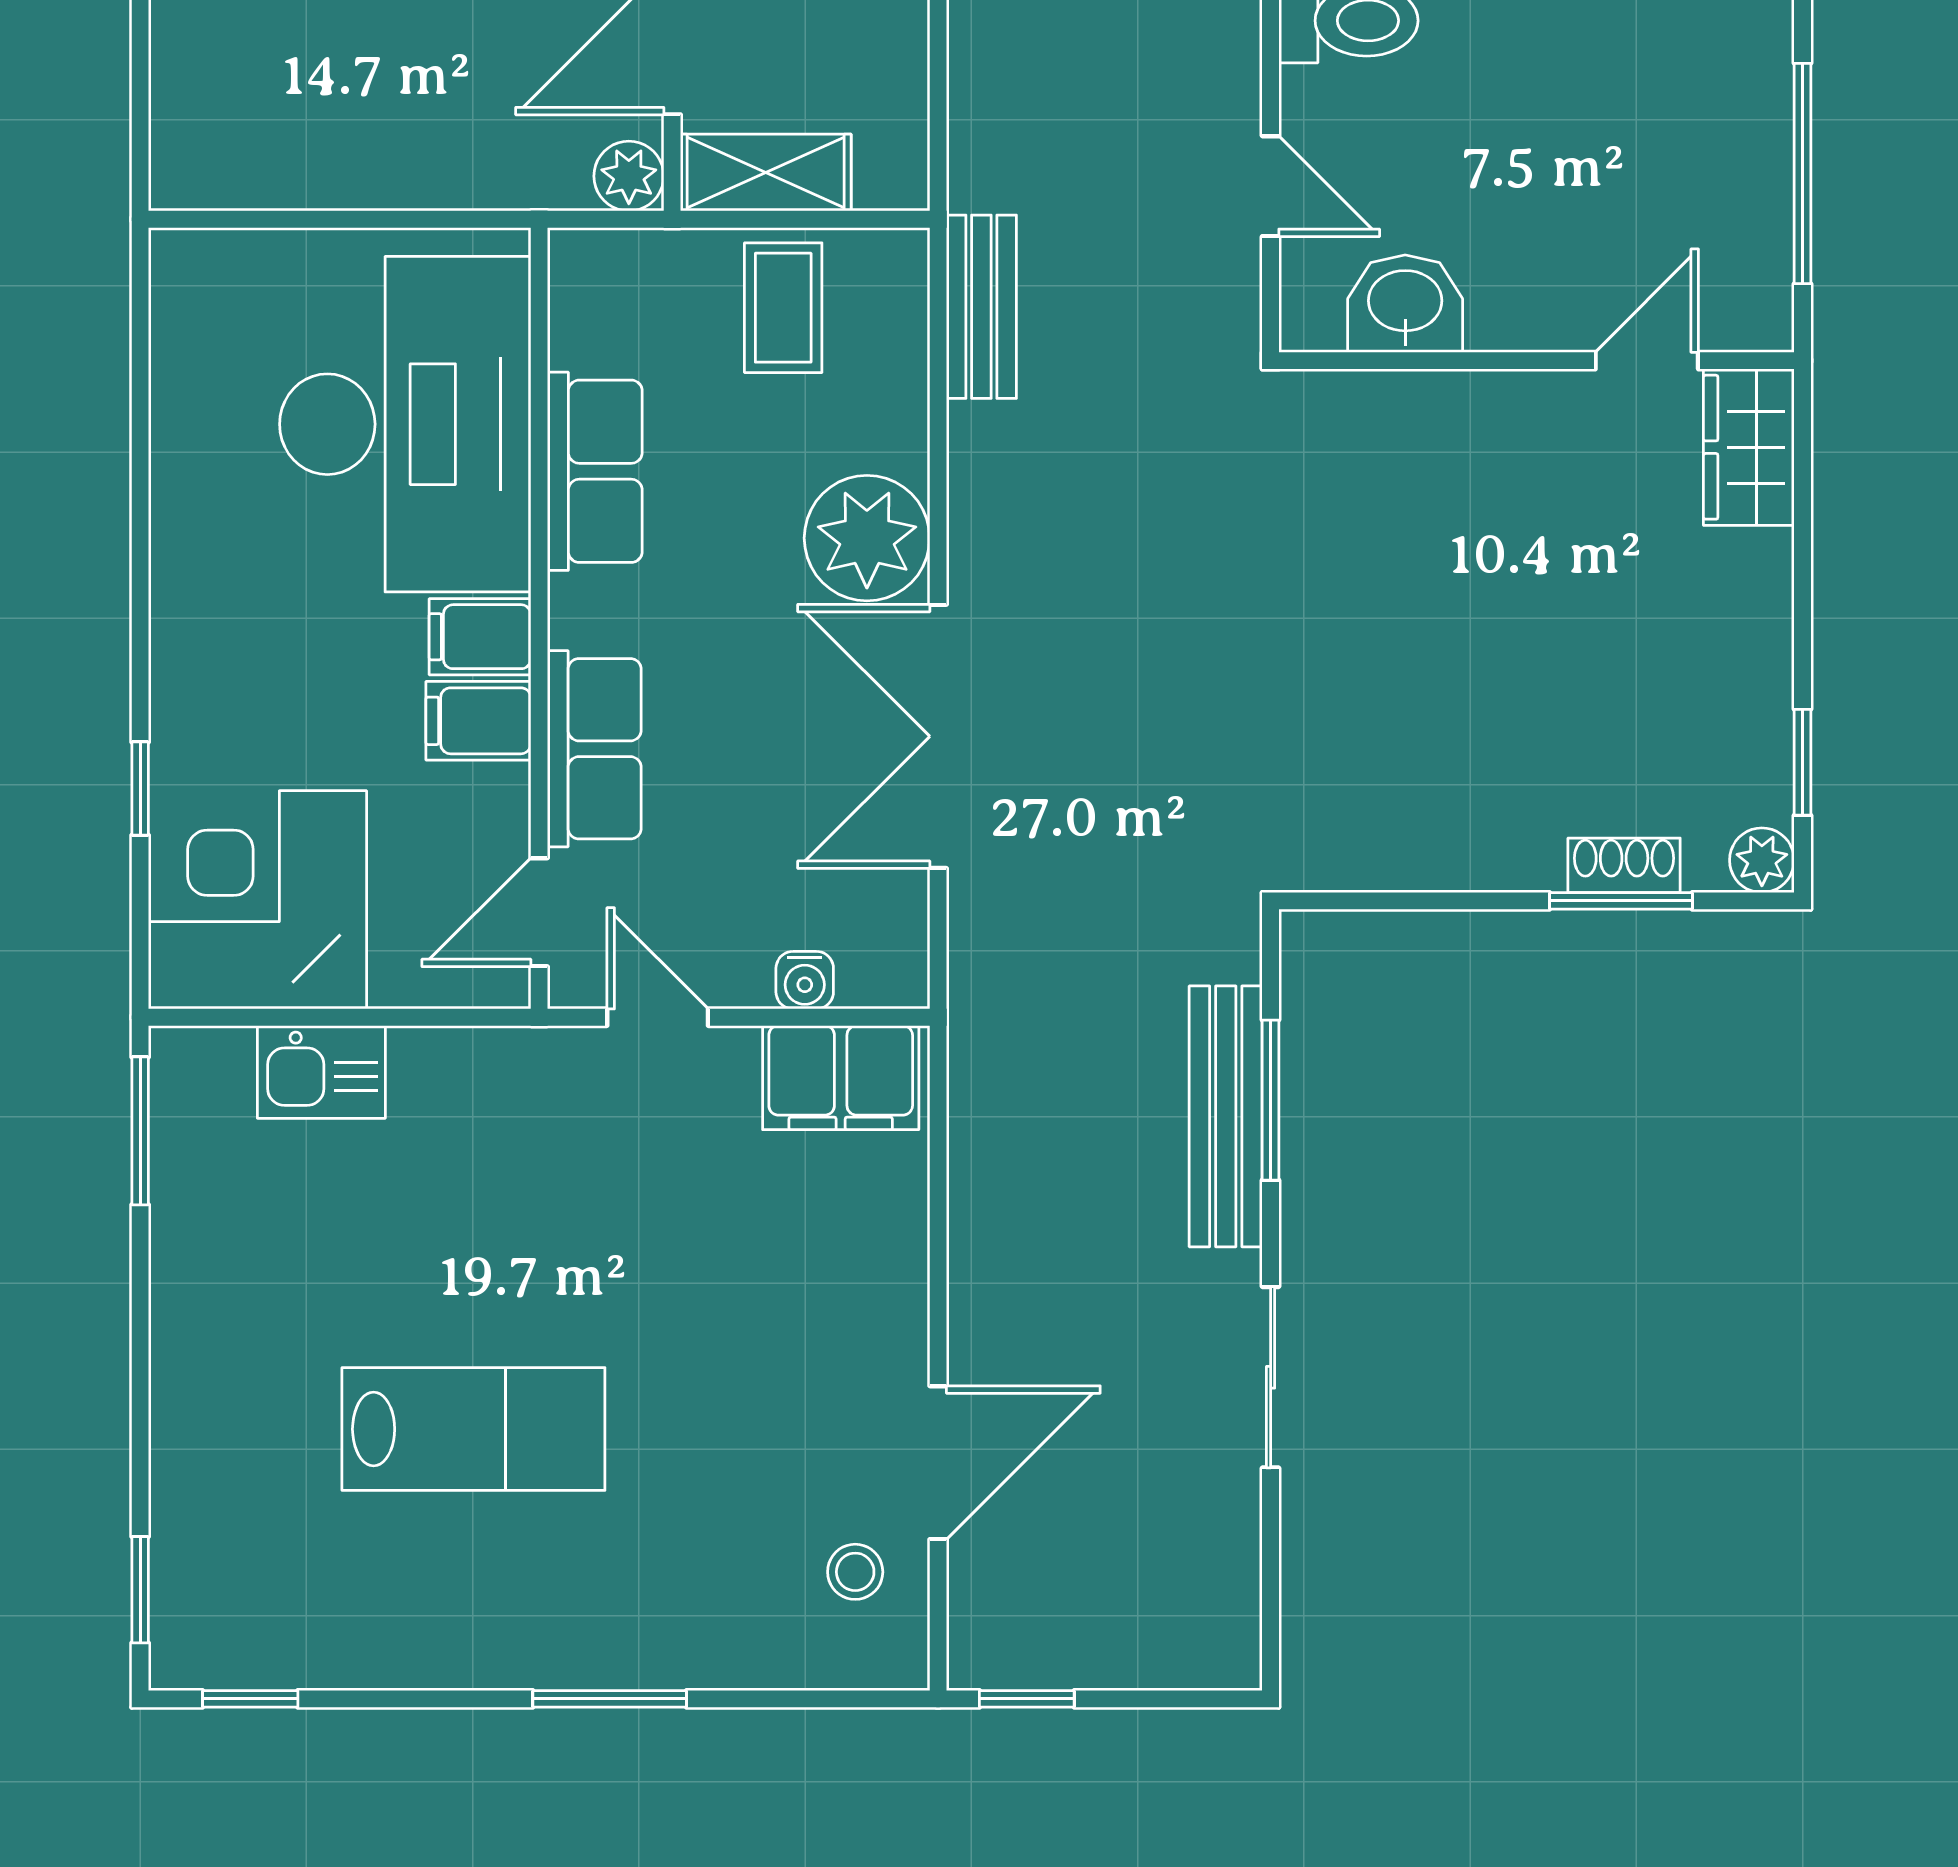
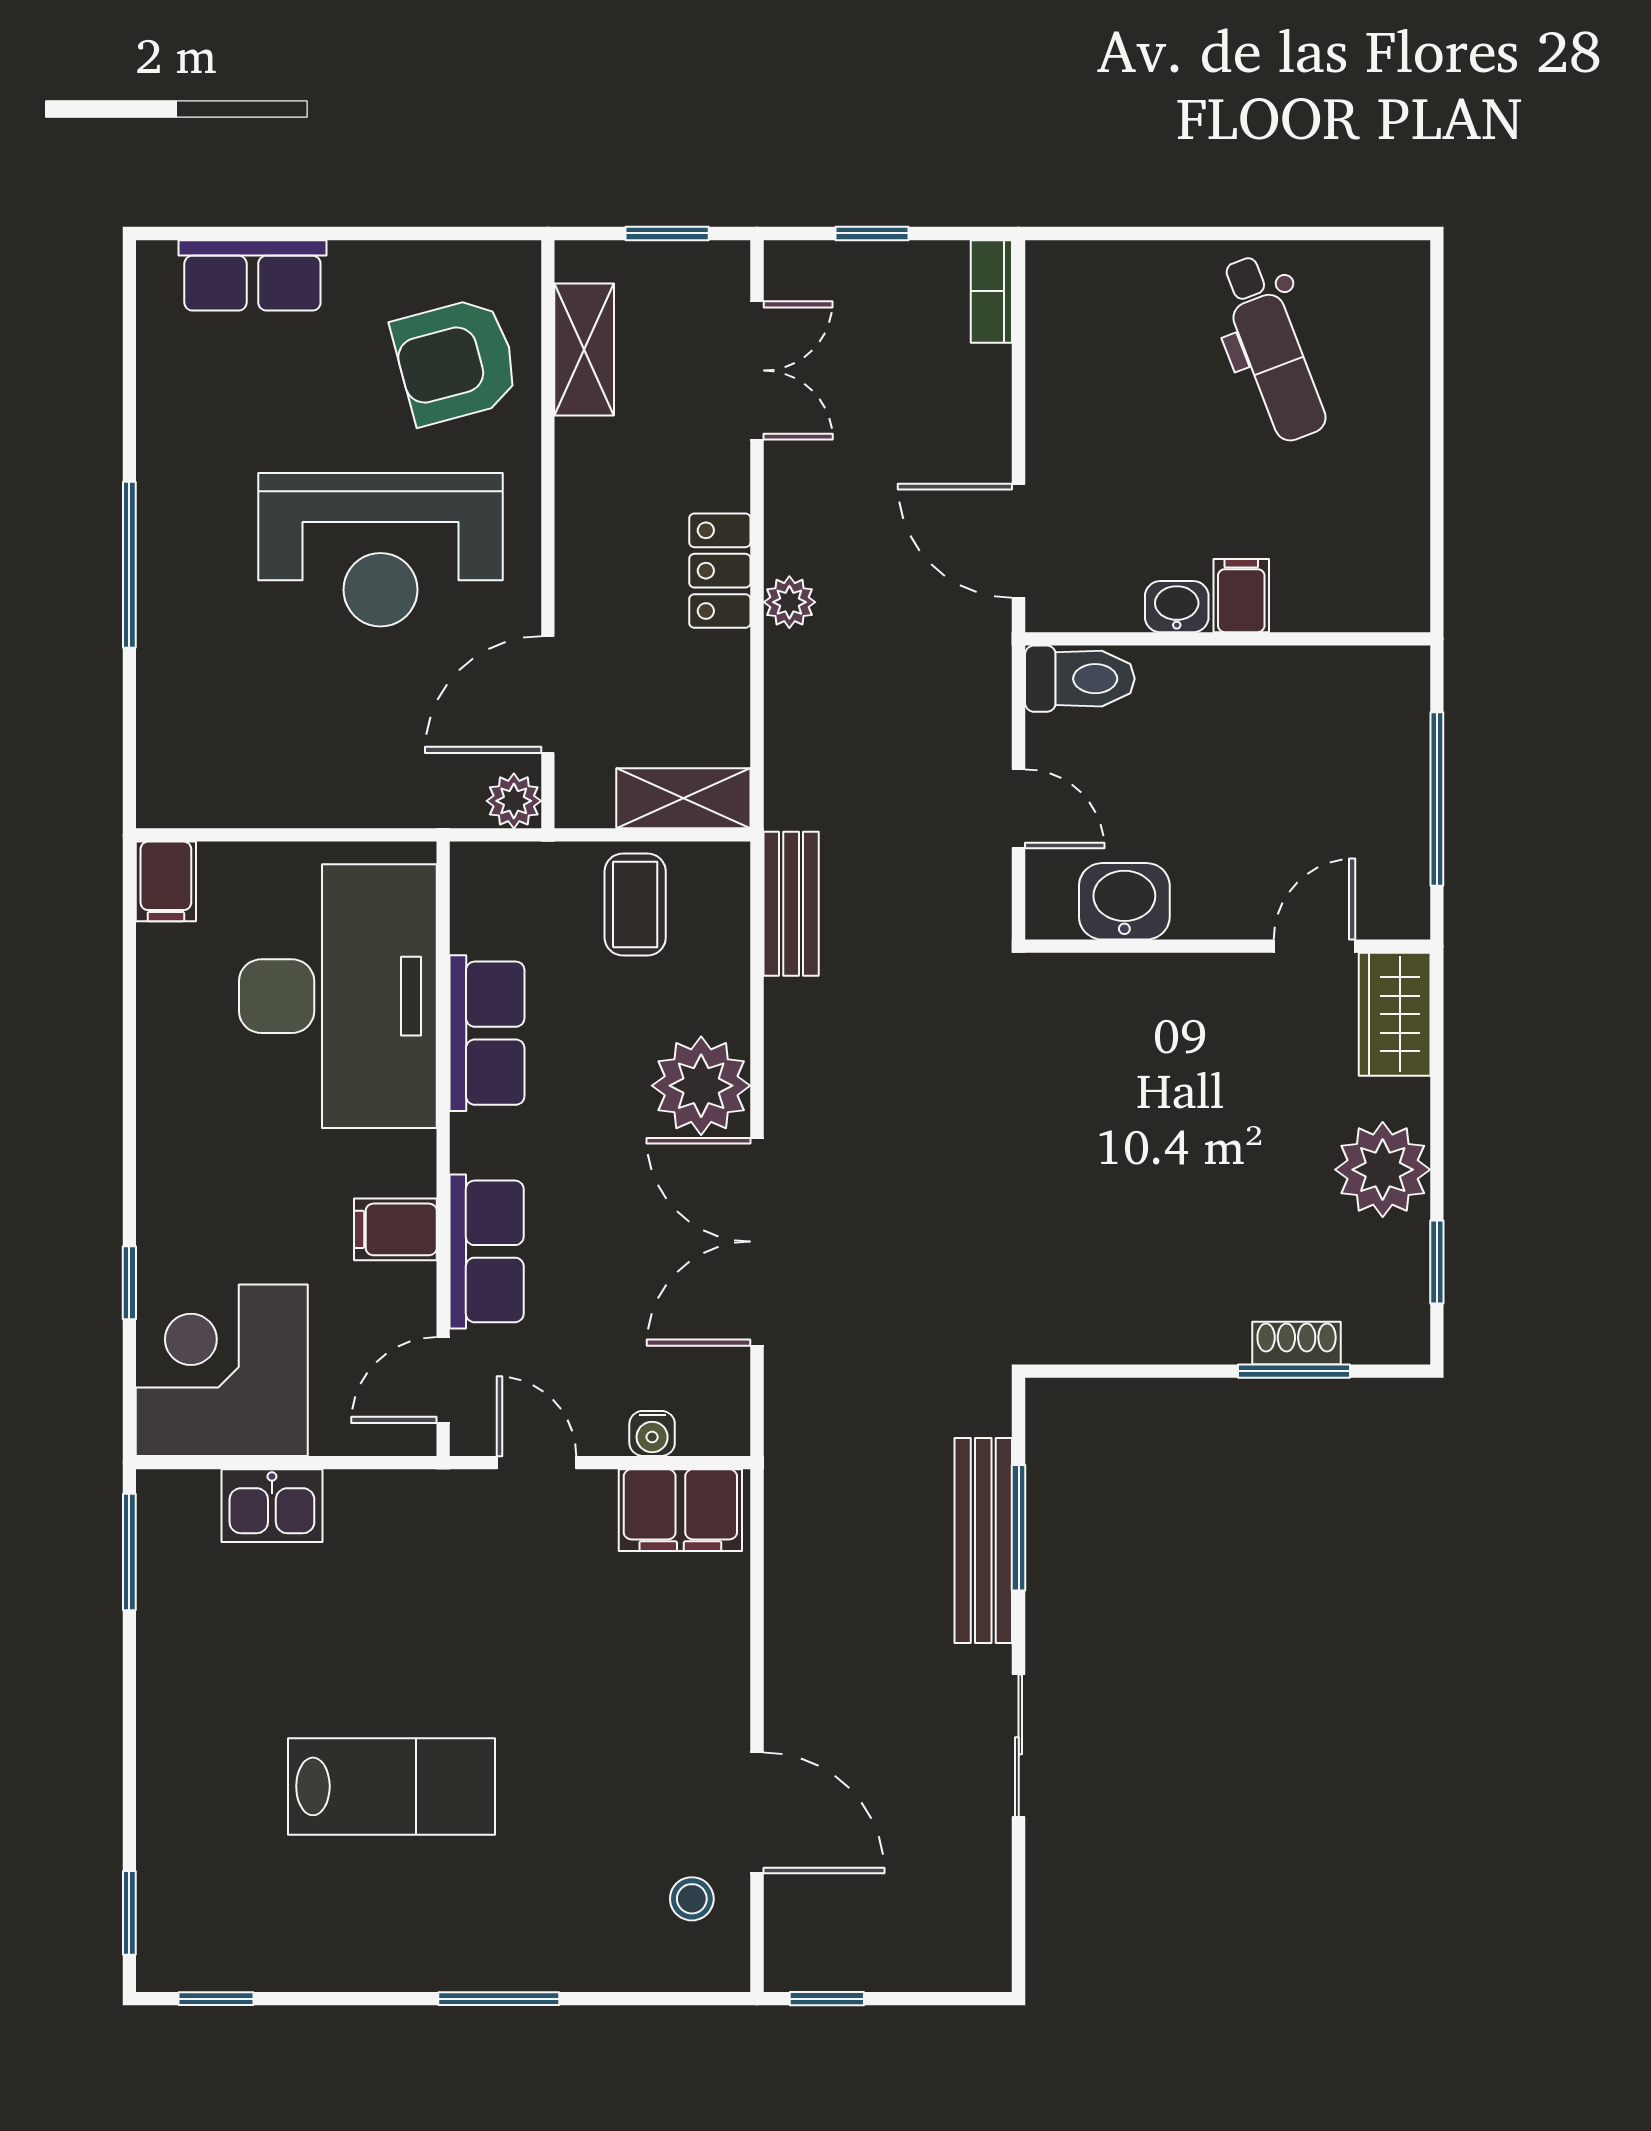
shelving: (766, 173) -> (683, 798), moved
filing cabinet: (480, 637) -> (166, 881), moved, turned -90
plant: (1762, 860) -> (1383, 1170), moved, width x1.88, depth x1.88
door: (938, 1463) -> (757, 1813), hinge flipped

